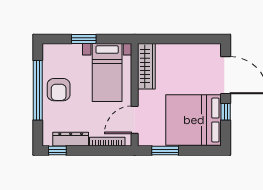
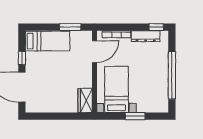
wardrobe: (146, 66) -> (85, 100), width x0.67
armchair: (59, 90) -> (155, 76), removed
bed: (194, 120) -> (48, 41), width x0.49

